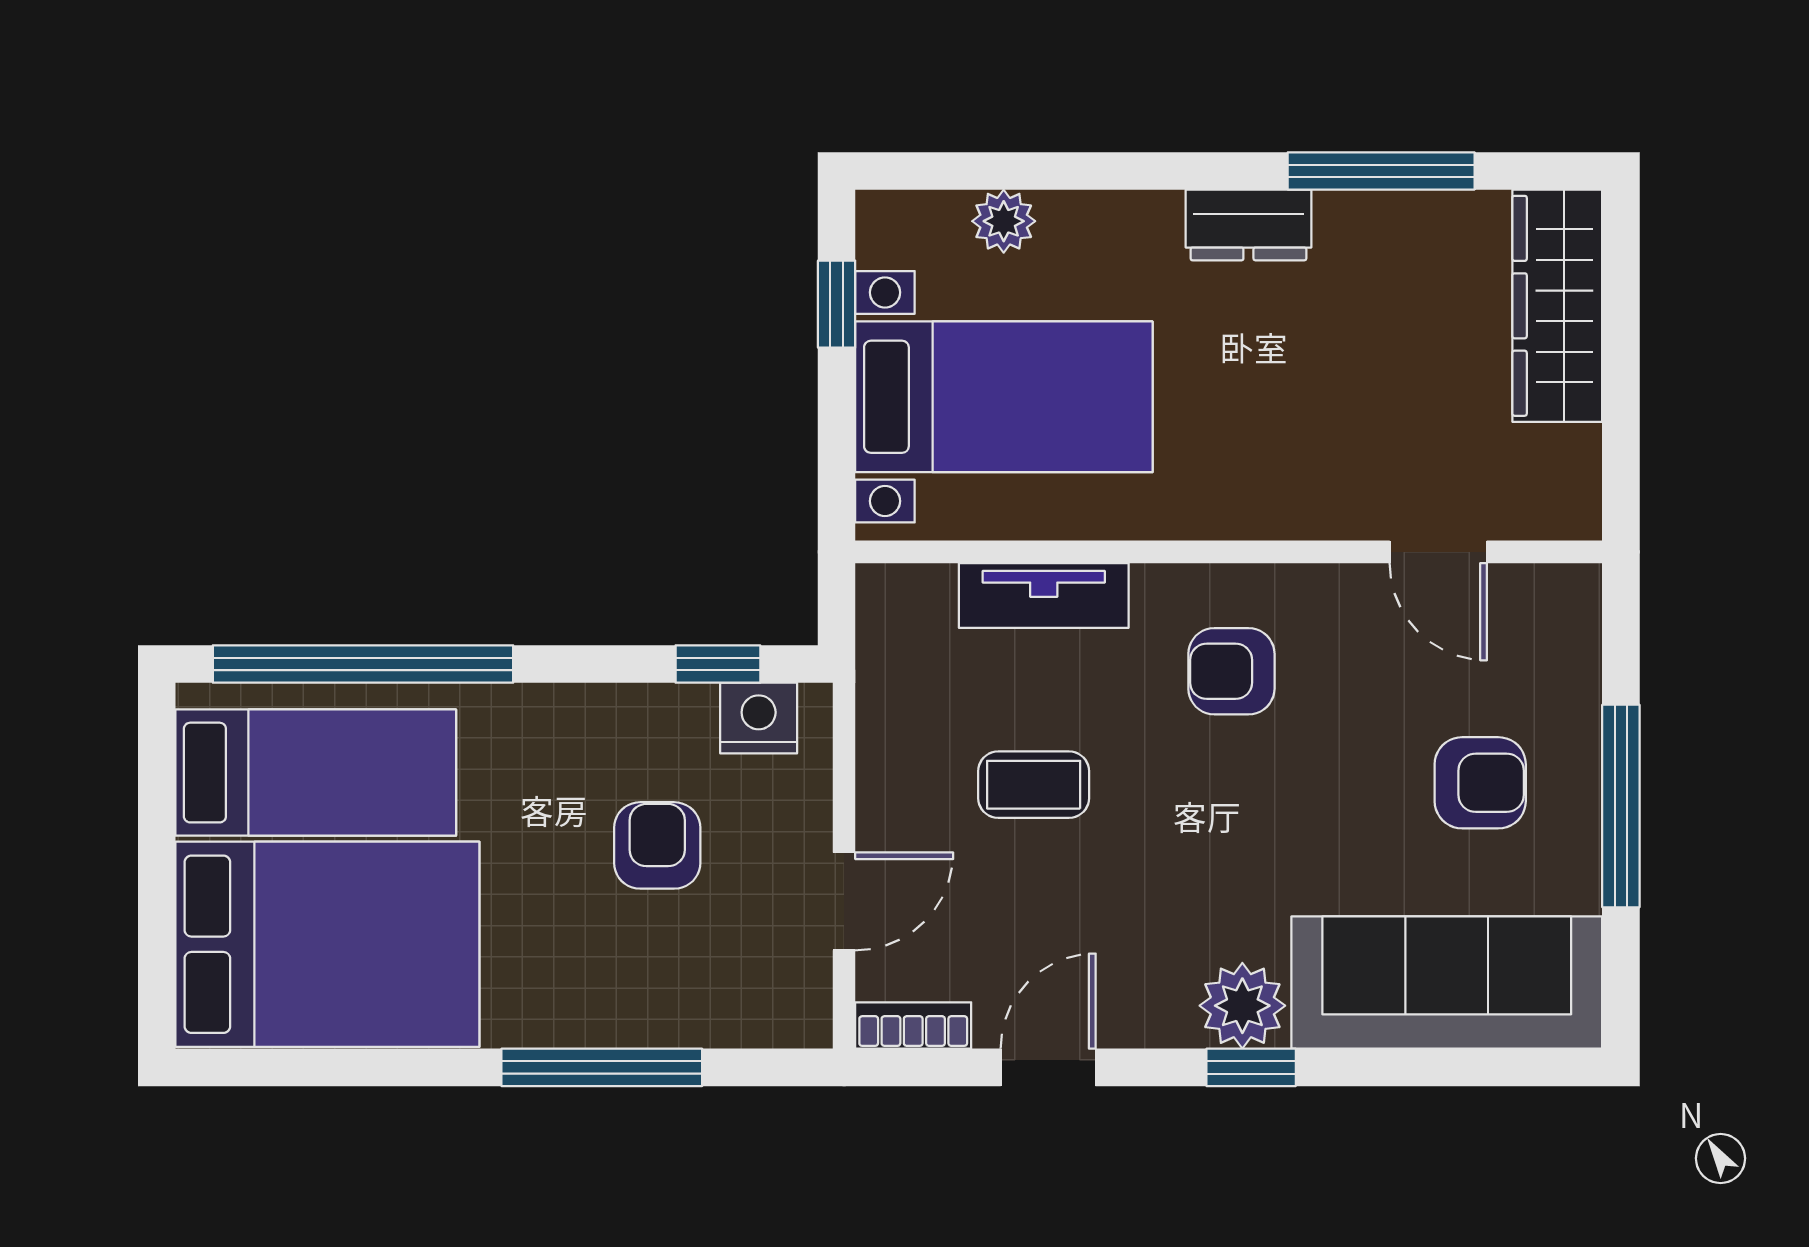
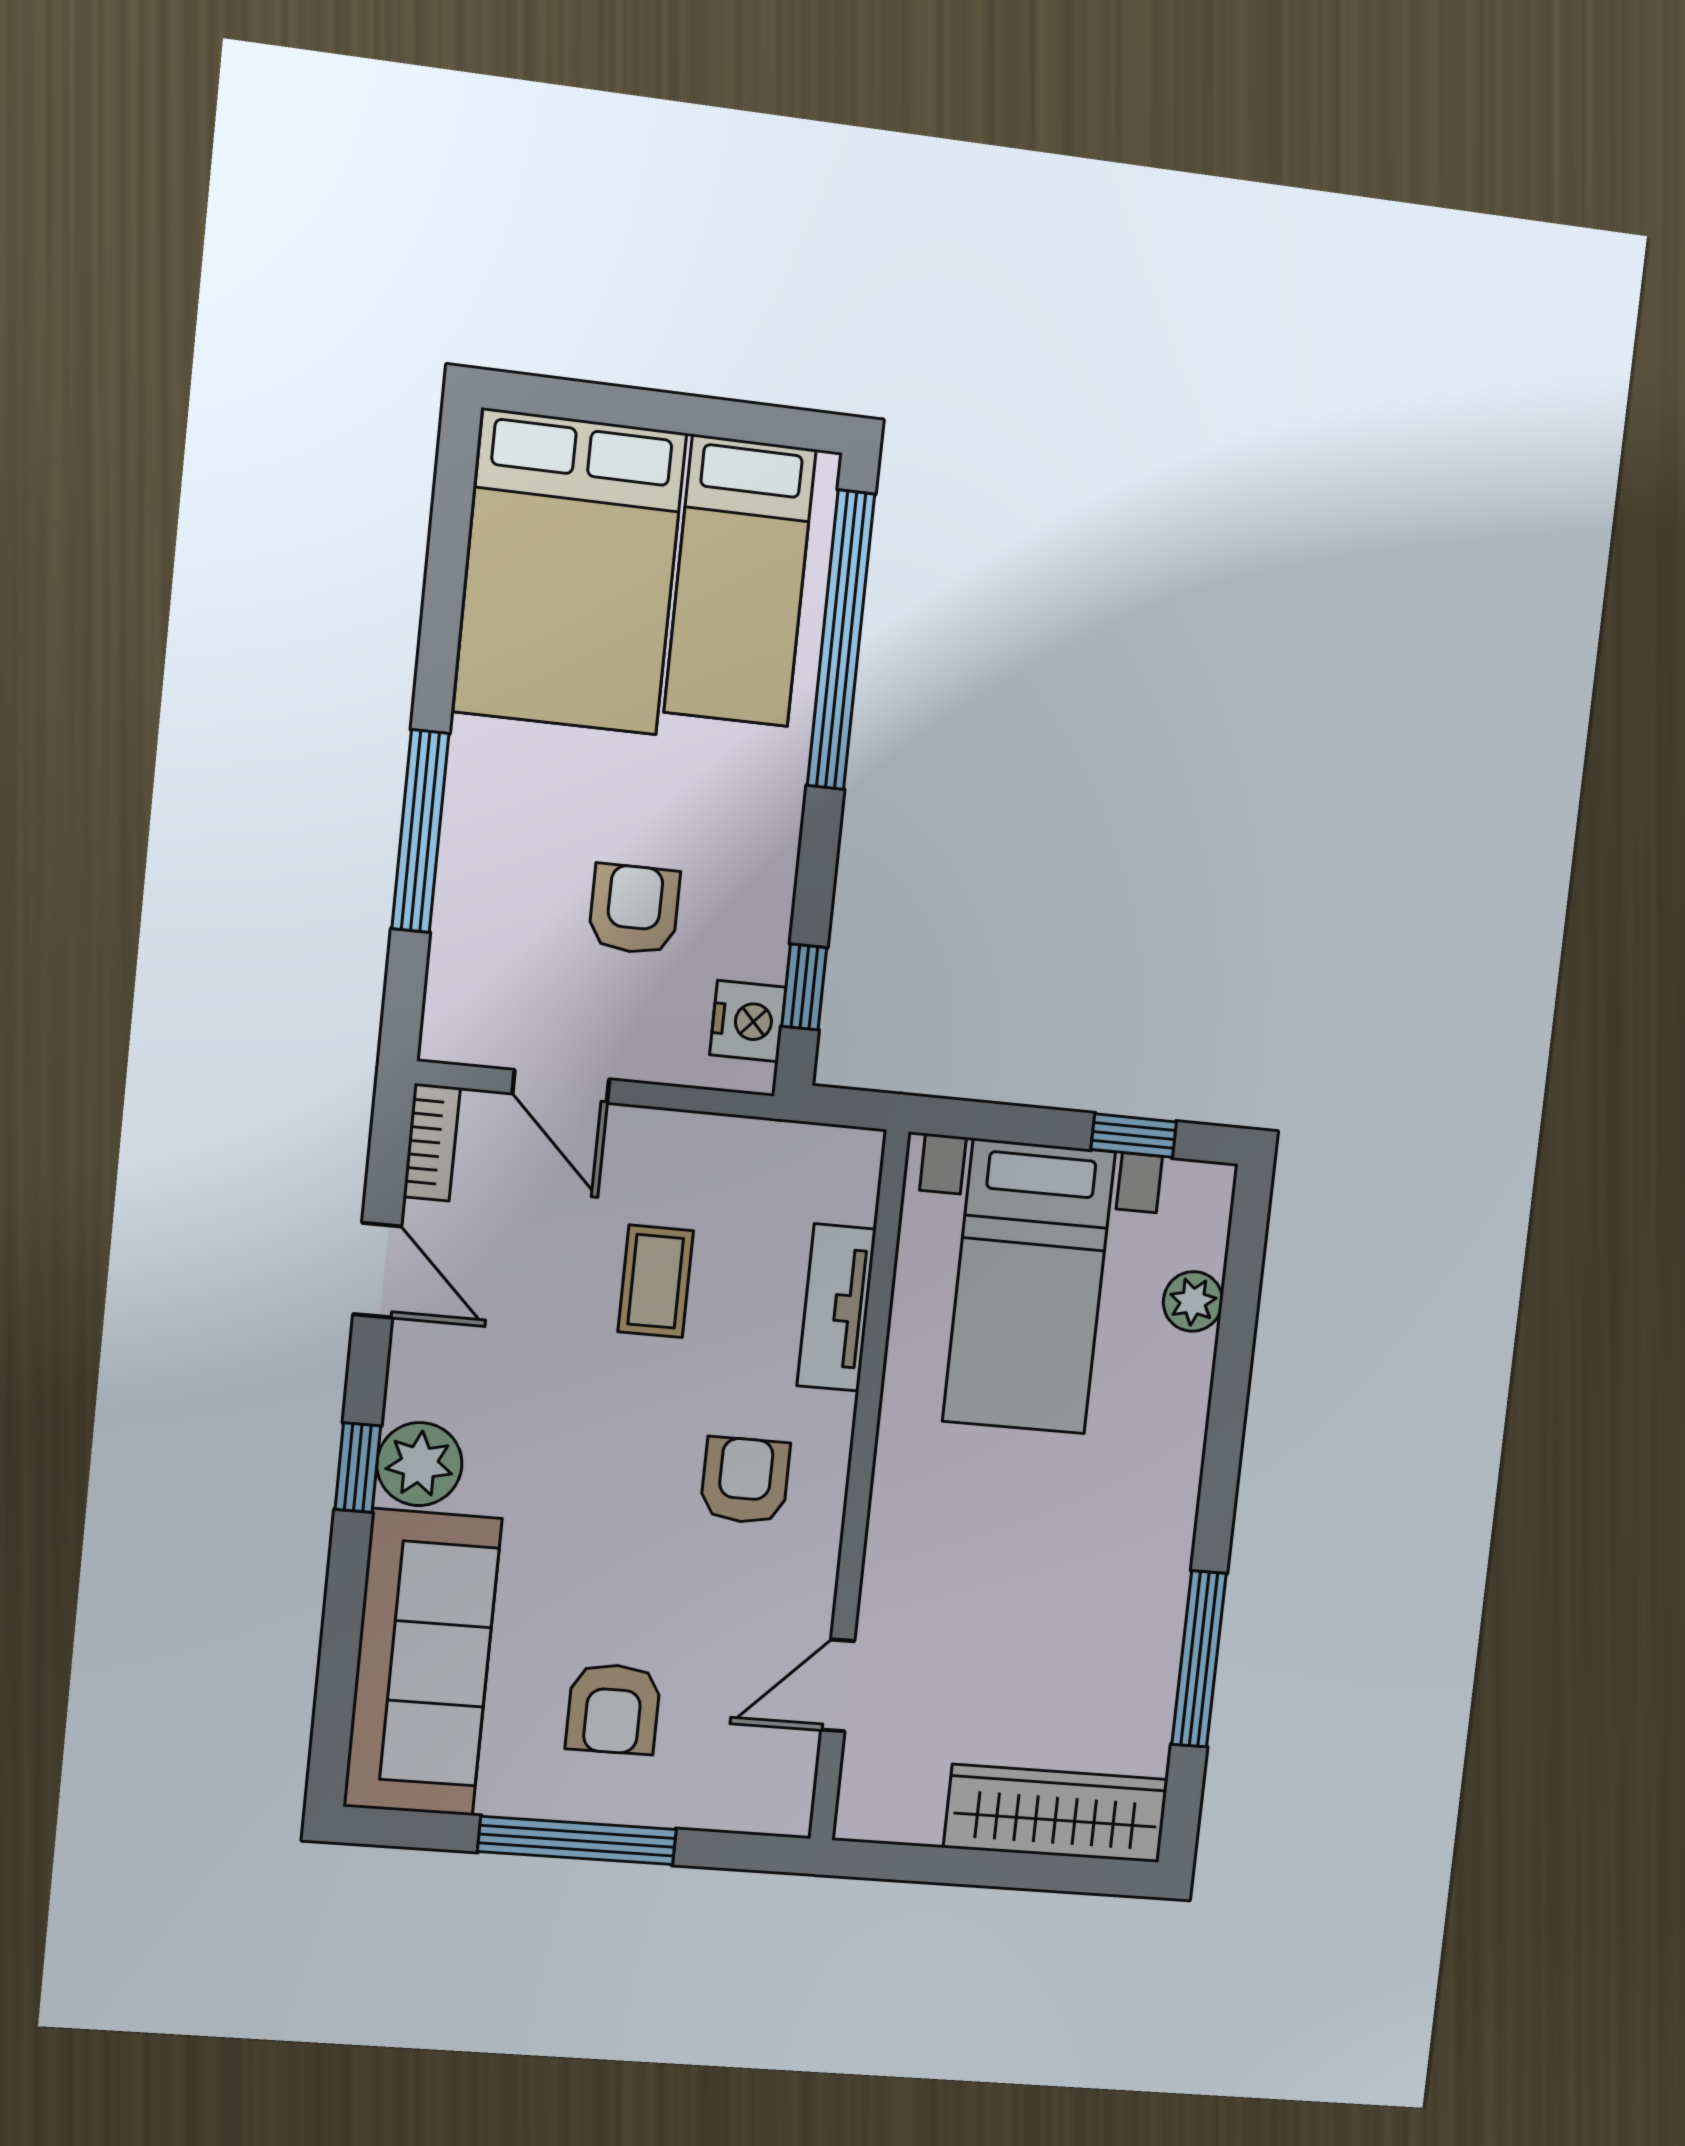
dresser: (1248, 225) -> (1163, 1531), removed
armchair: (657, 845) -> (634, 909), turned -90

